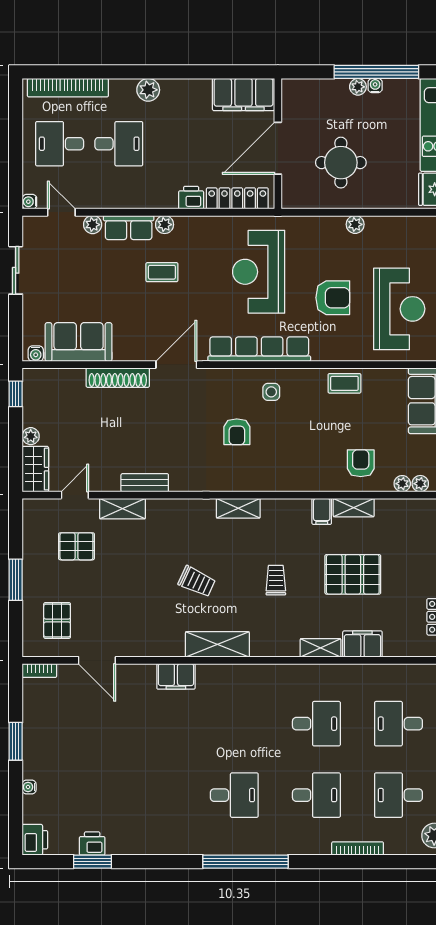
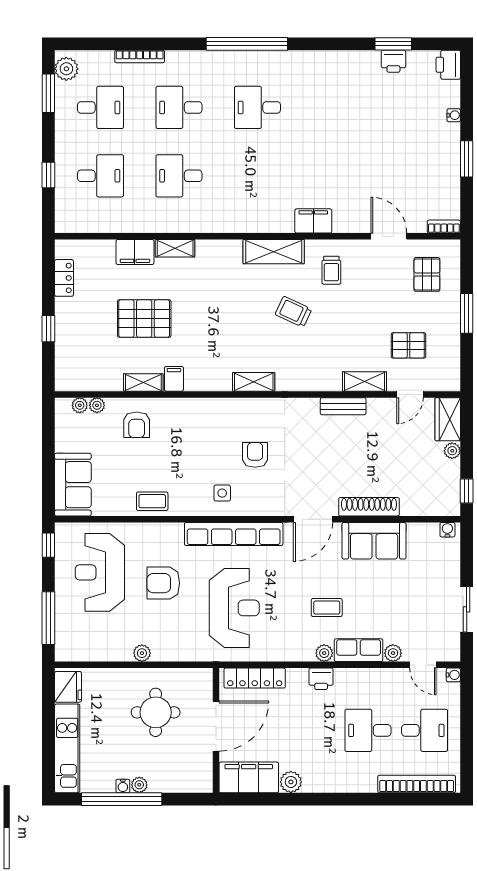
plant: (148, 90) -> (291, 782), moved
printer: (191, 198) -> (321, 679), moved
sofa: (79, 342) -> (374, 541), moved
trolley: (276, 580) -> (331, 270), moved

